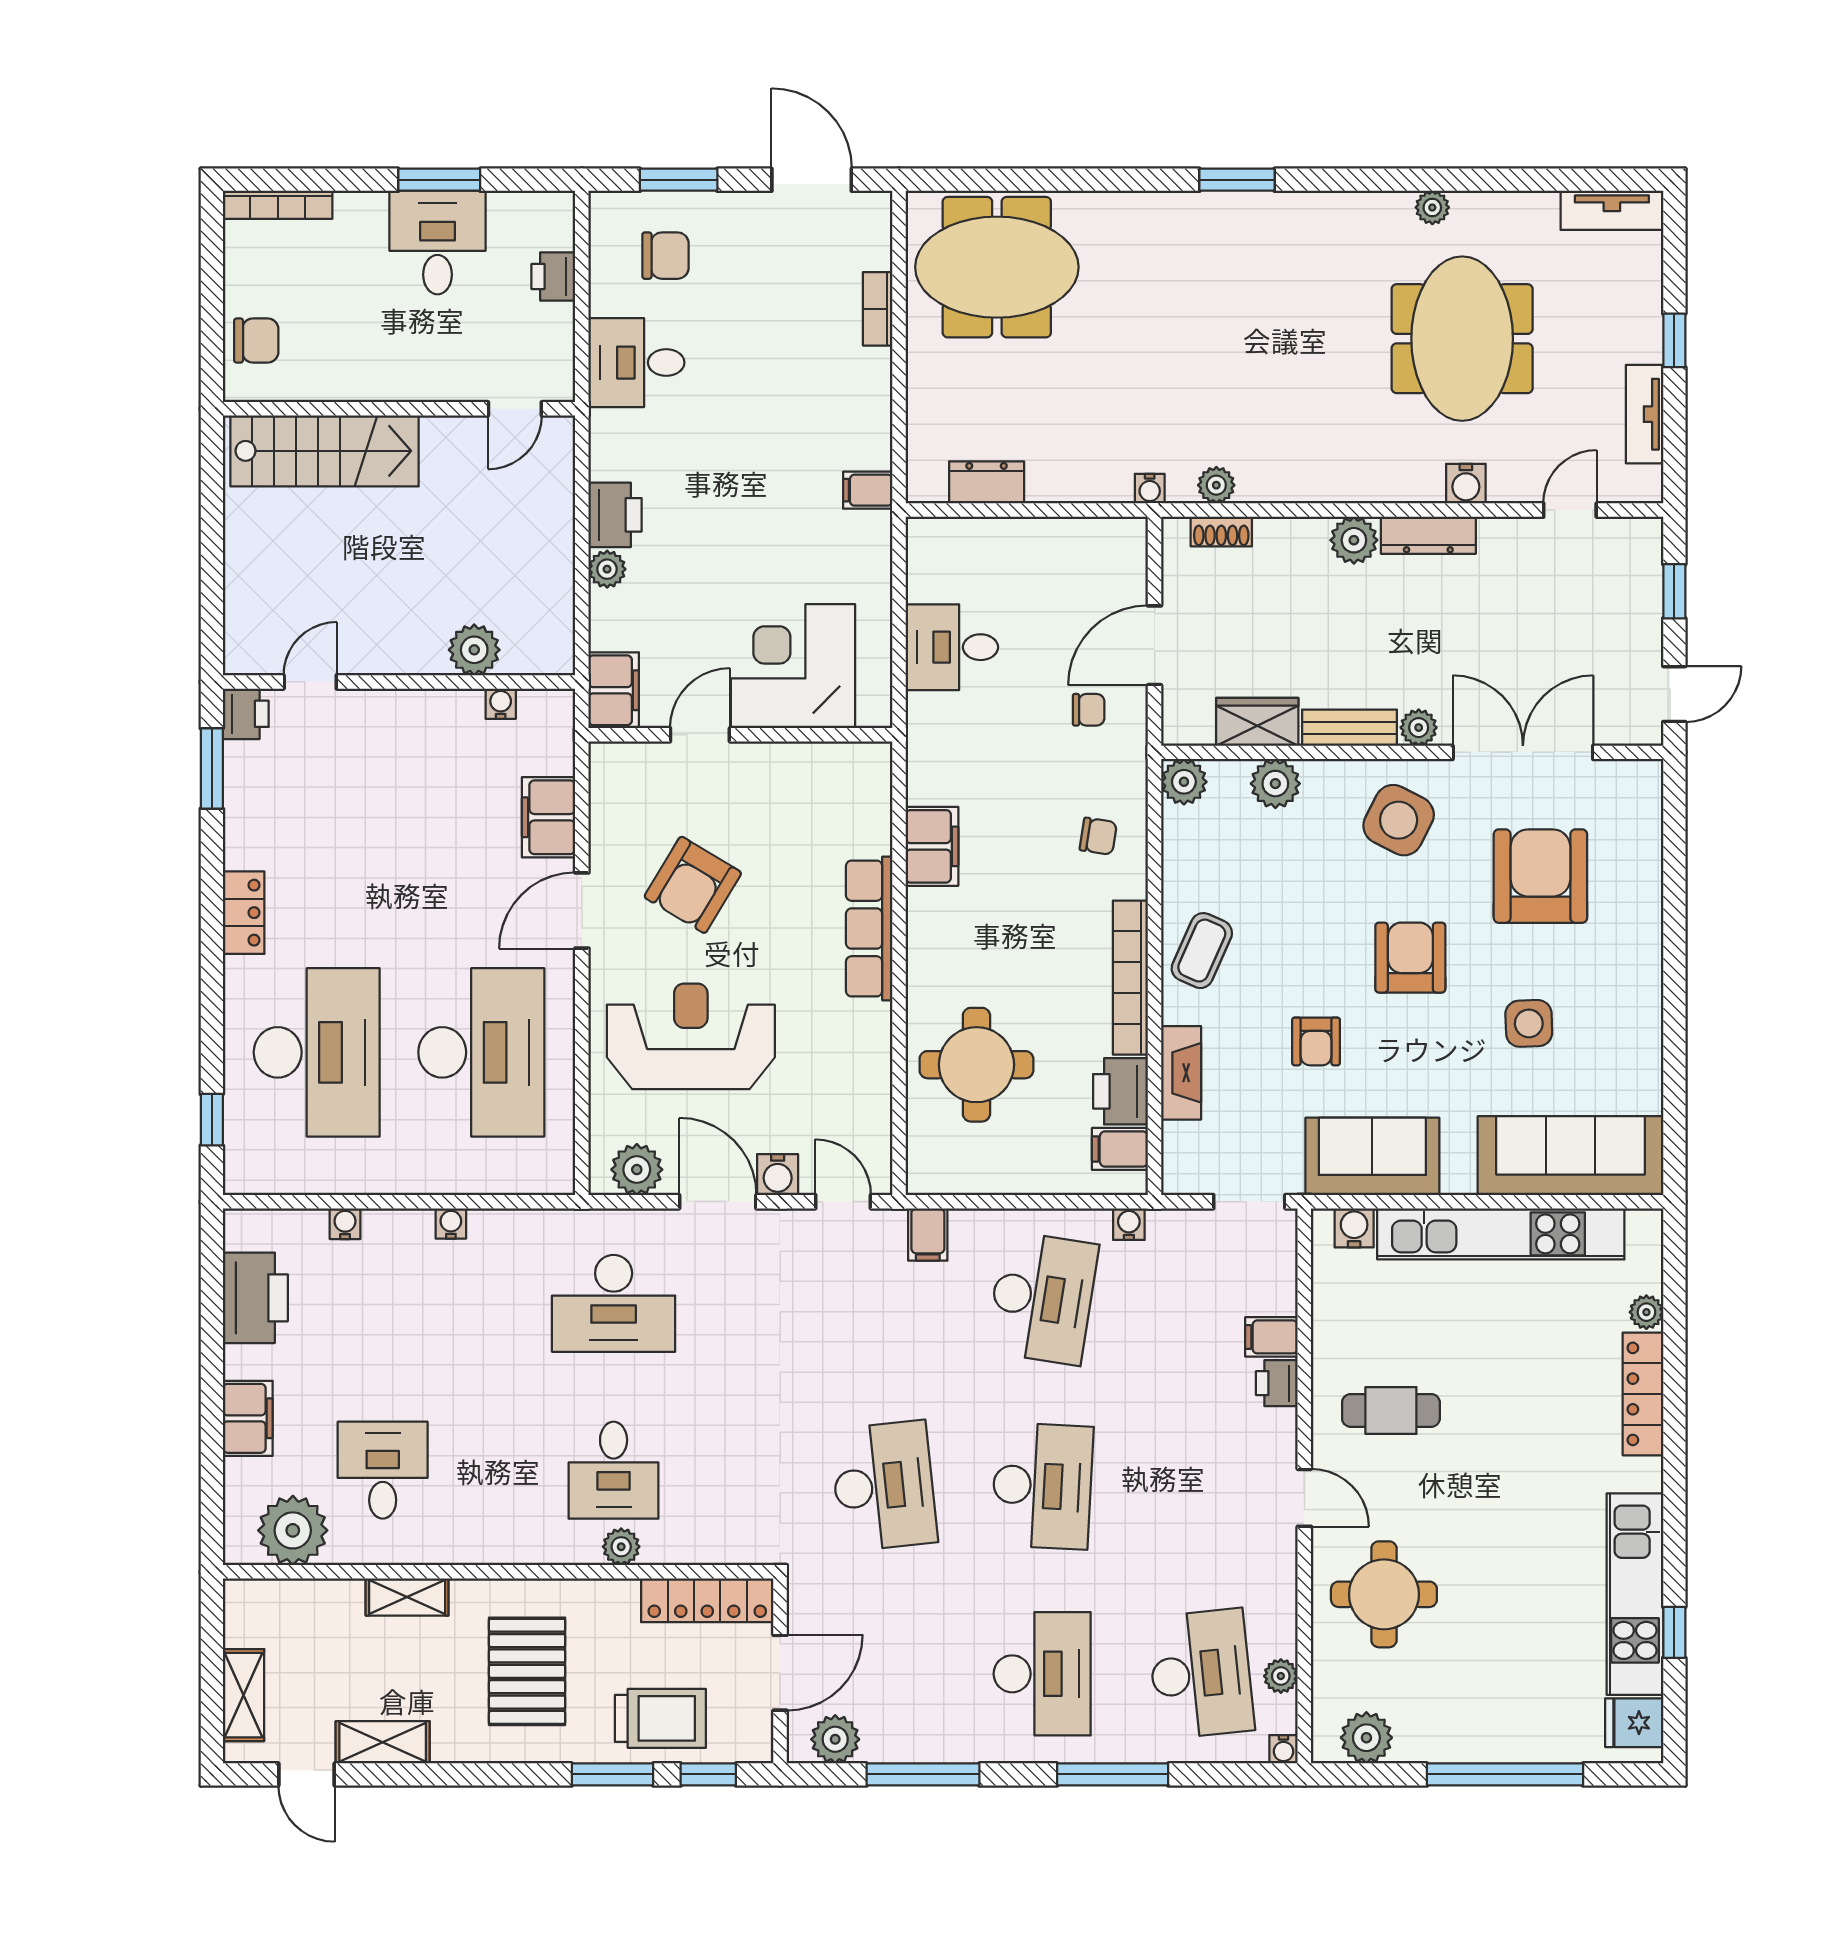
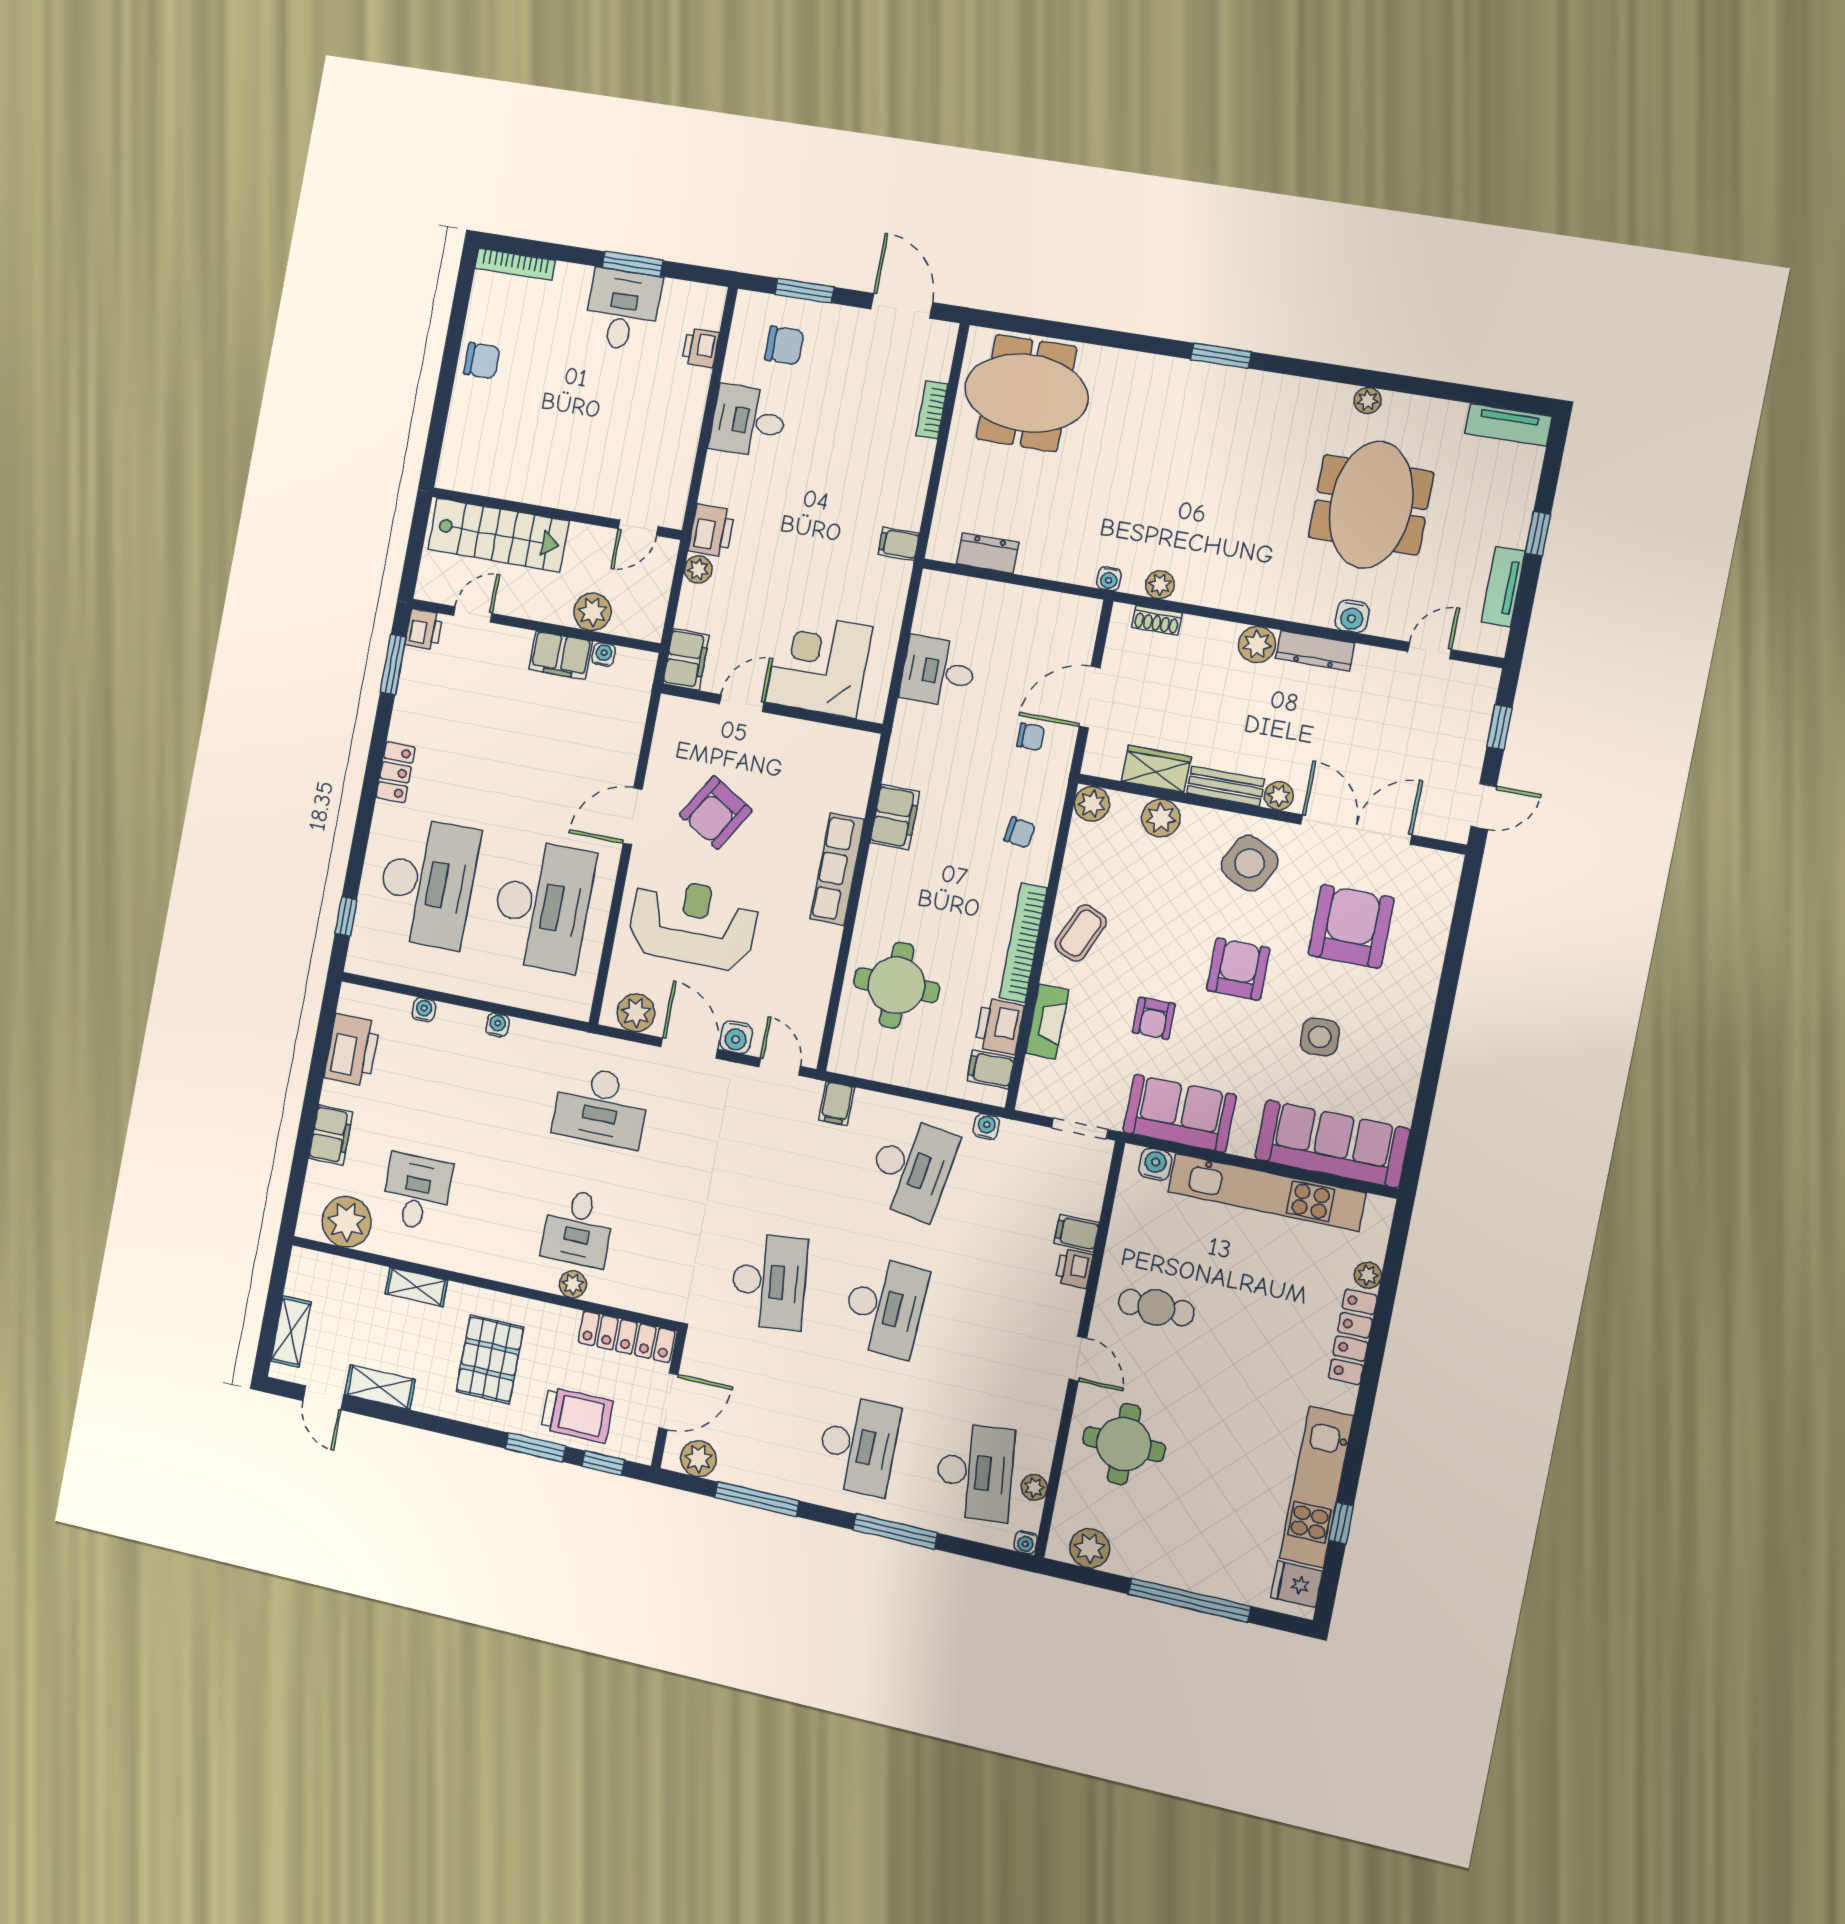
wall: (399, 409) -> (556, 514), moved
door: (515, 409) -> (638, 528), moved
stairs: (325, 451) -> (498, 535), moved
filing cabinet: (549, 817) -> (561, 655), moved, turned -90

